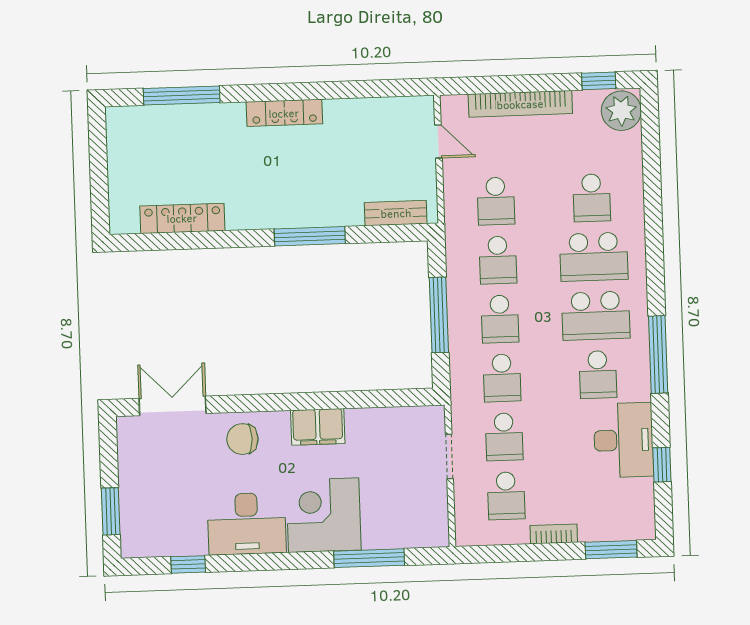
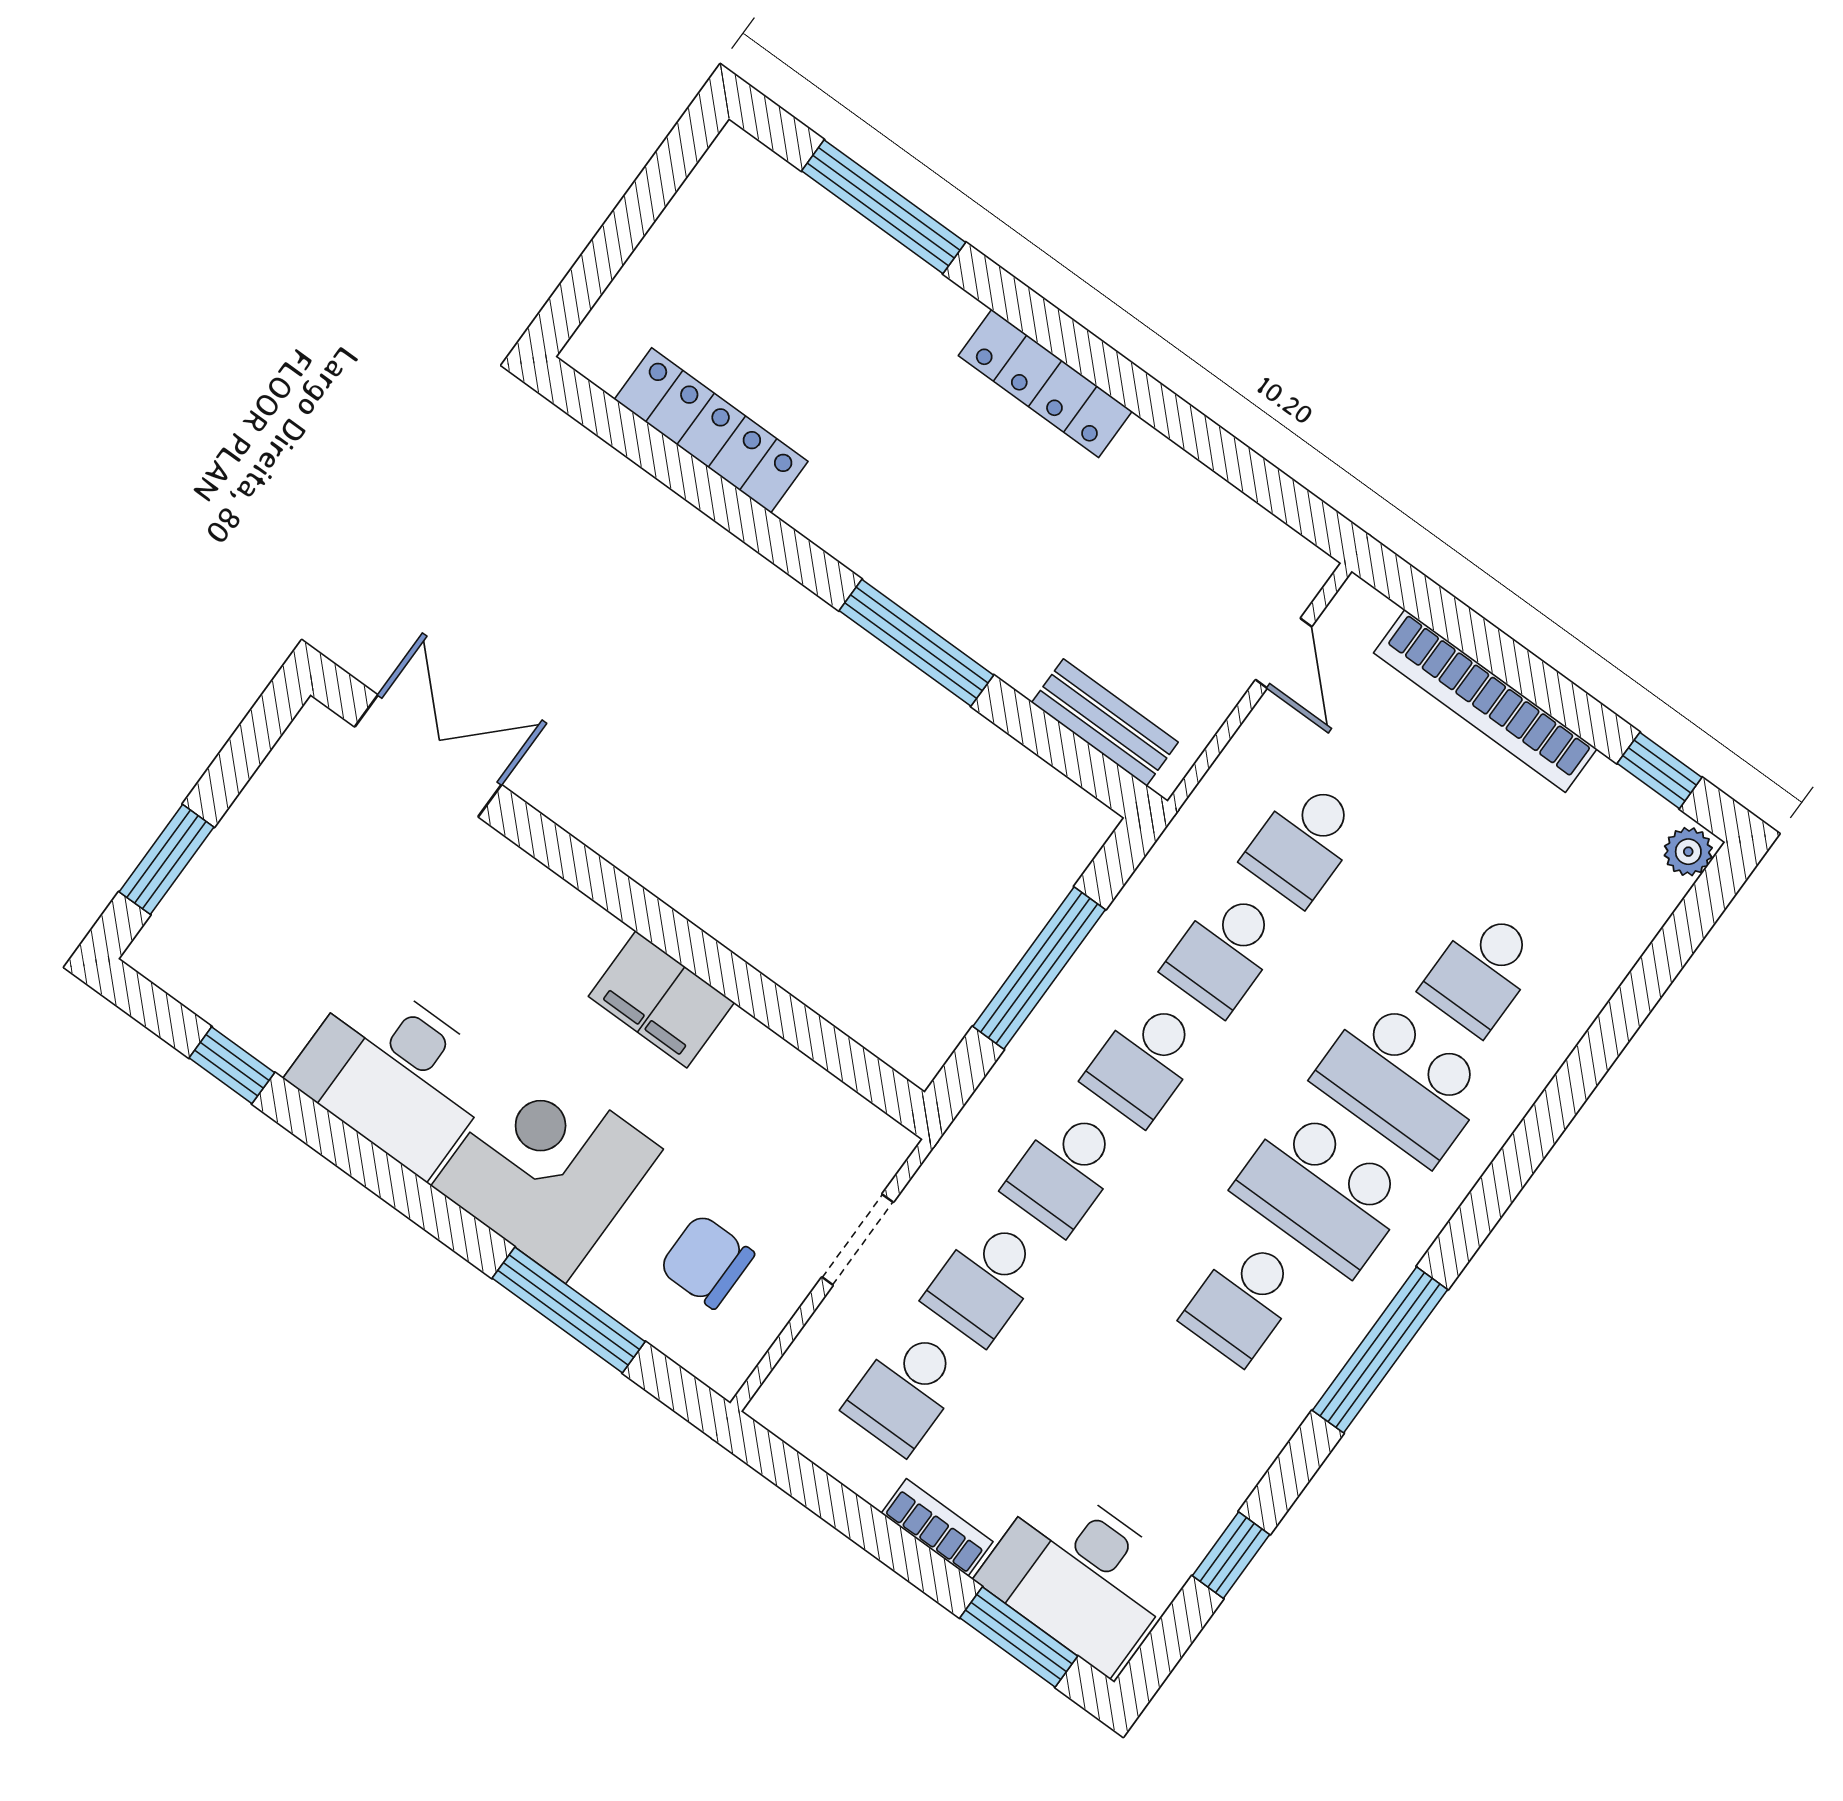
plant: (621, 111) -> (1688, 852), width x0.53, depth x0.53
chair: (242, 439) -> (707, 1261), moved
desk: (624, 440) -> (1080, 1575), moved, turned 90

